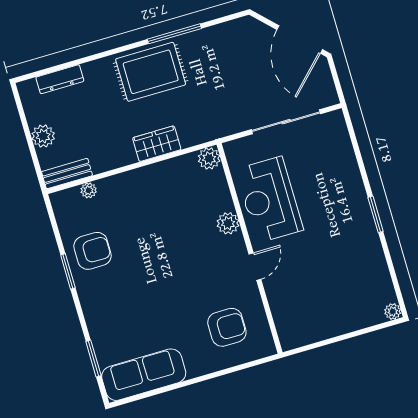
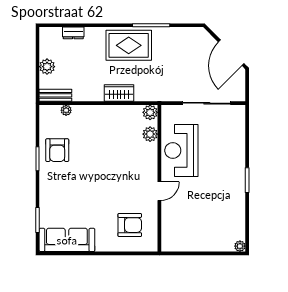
dresser: (60, 79) -> (73, 33), width x0.70
plant: (228, 223) -> (150, 134), moved
armchair: (93, 251) -> (57, 150), turned 90

